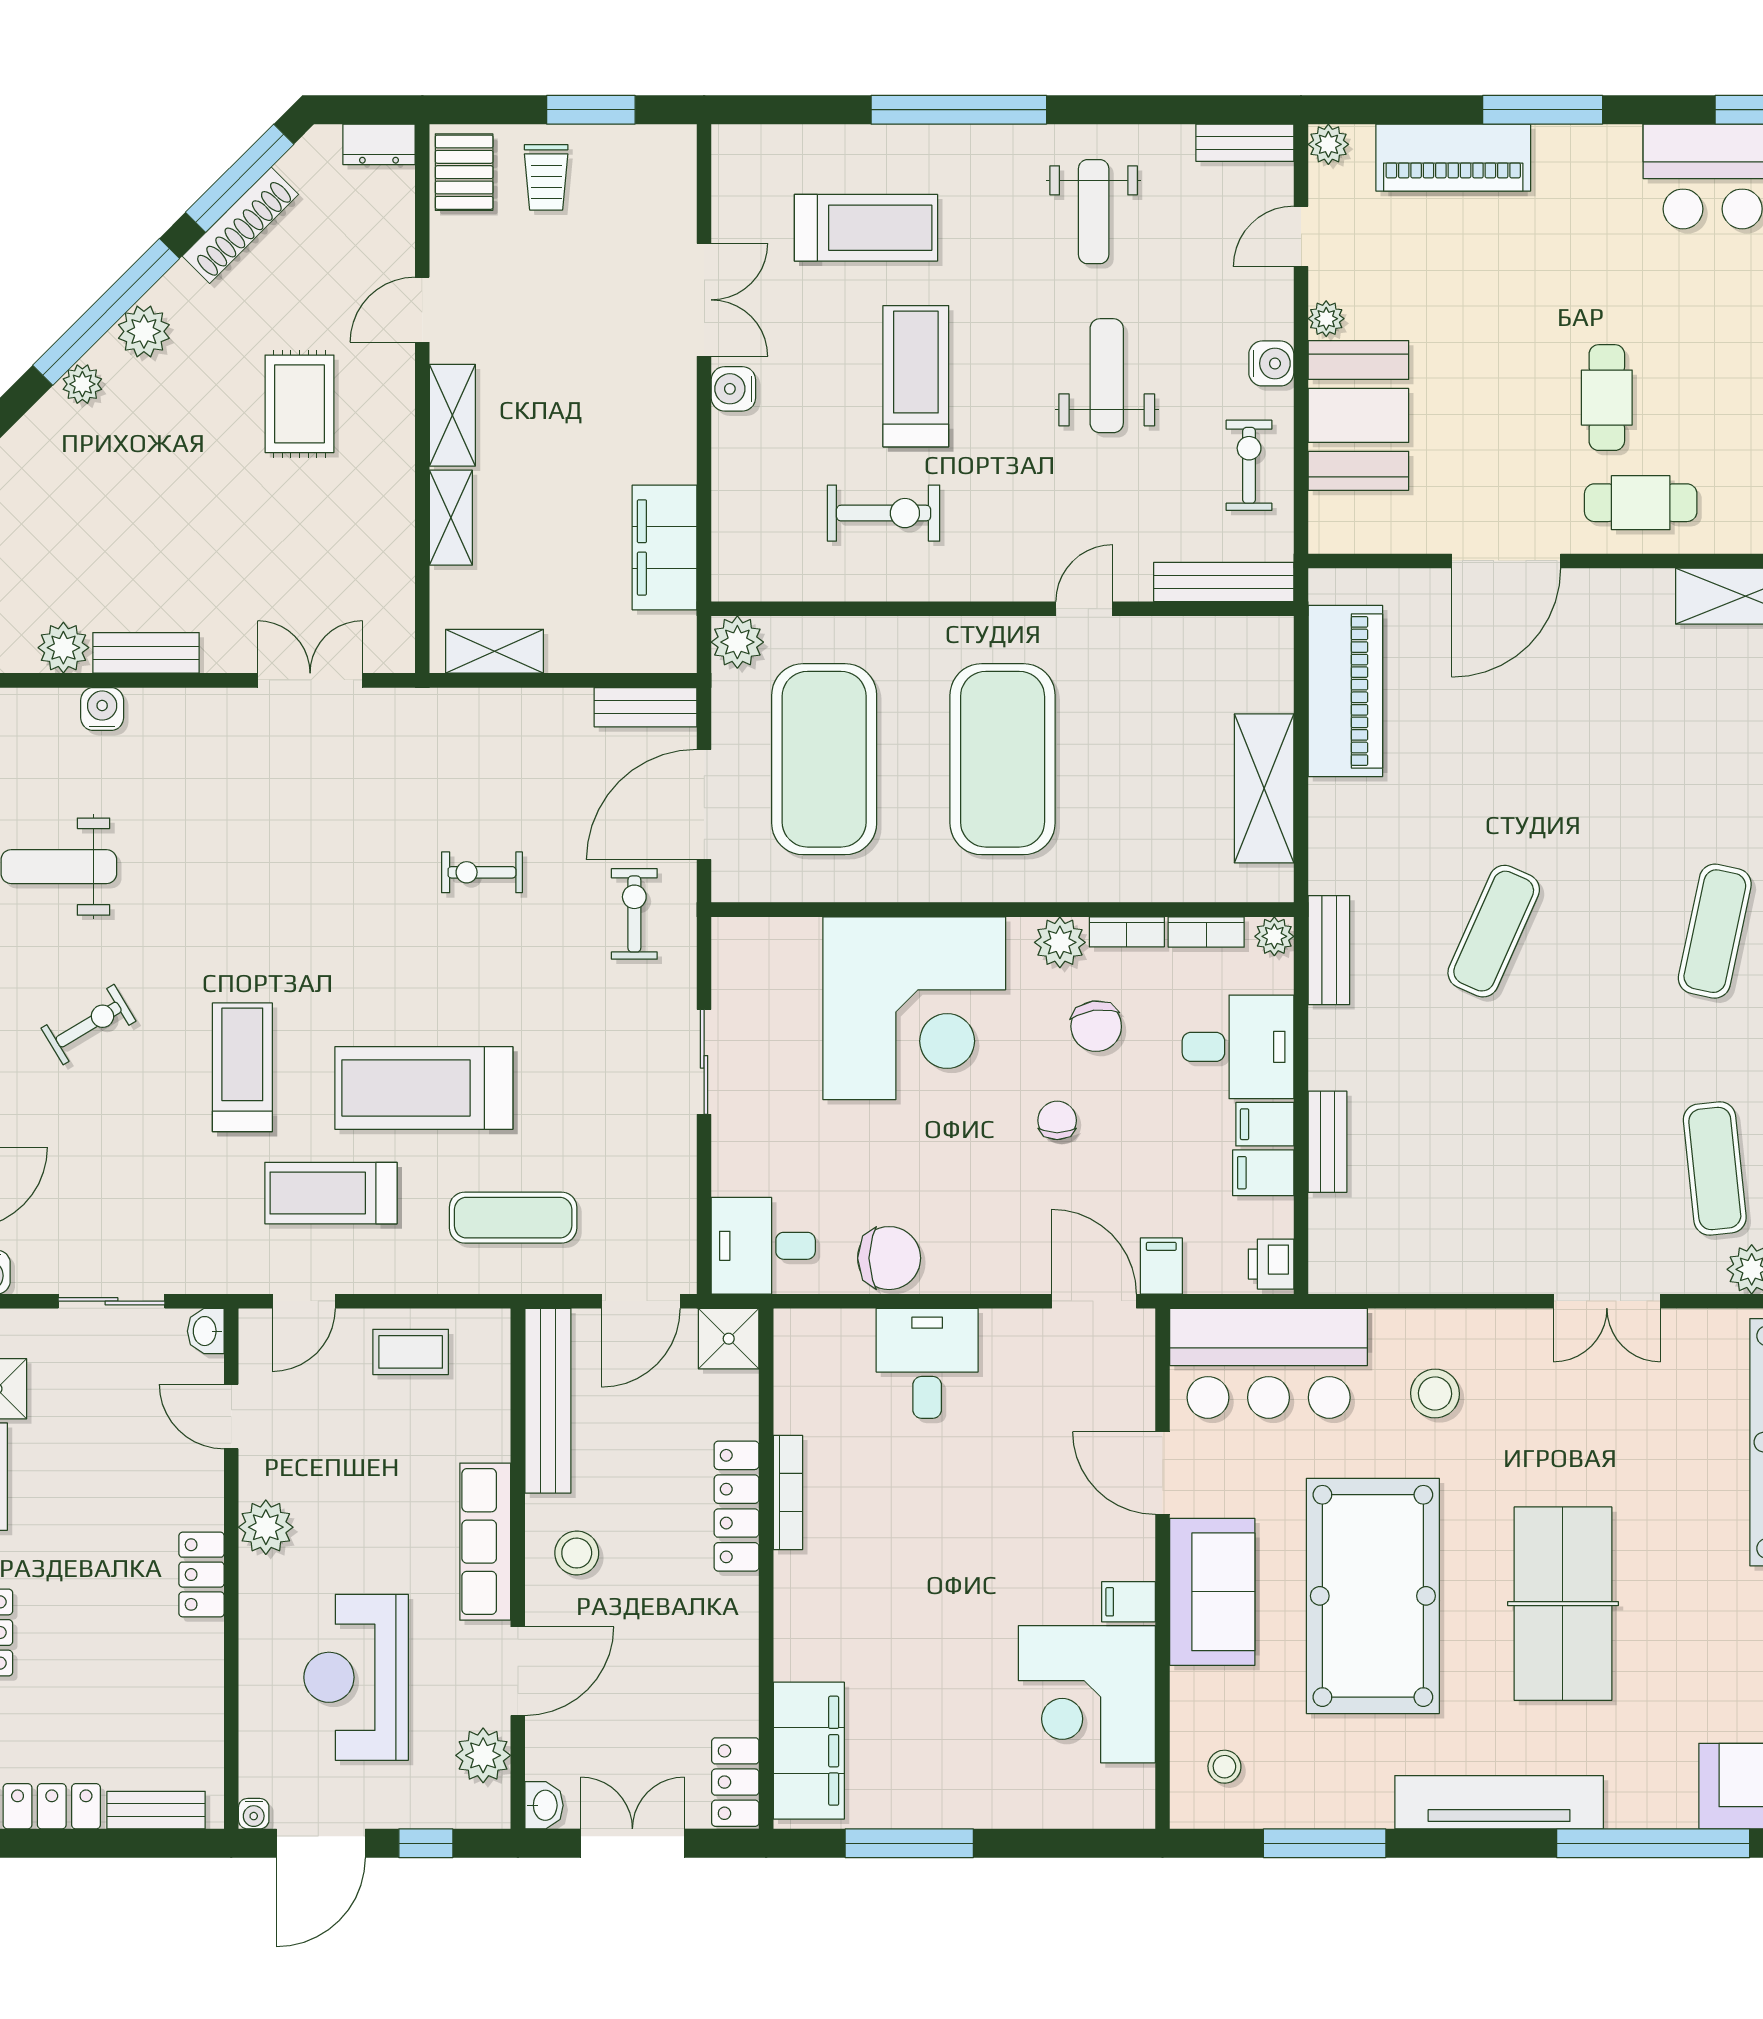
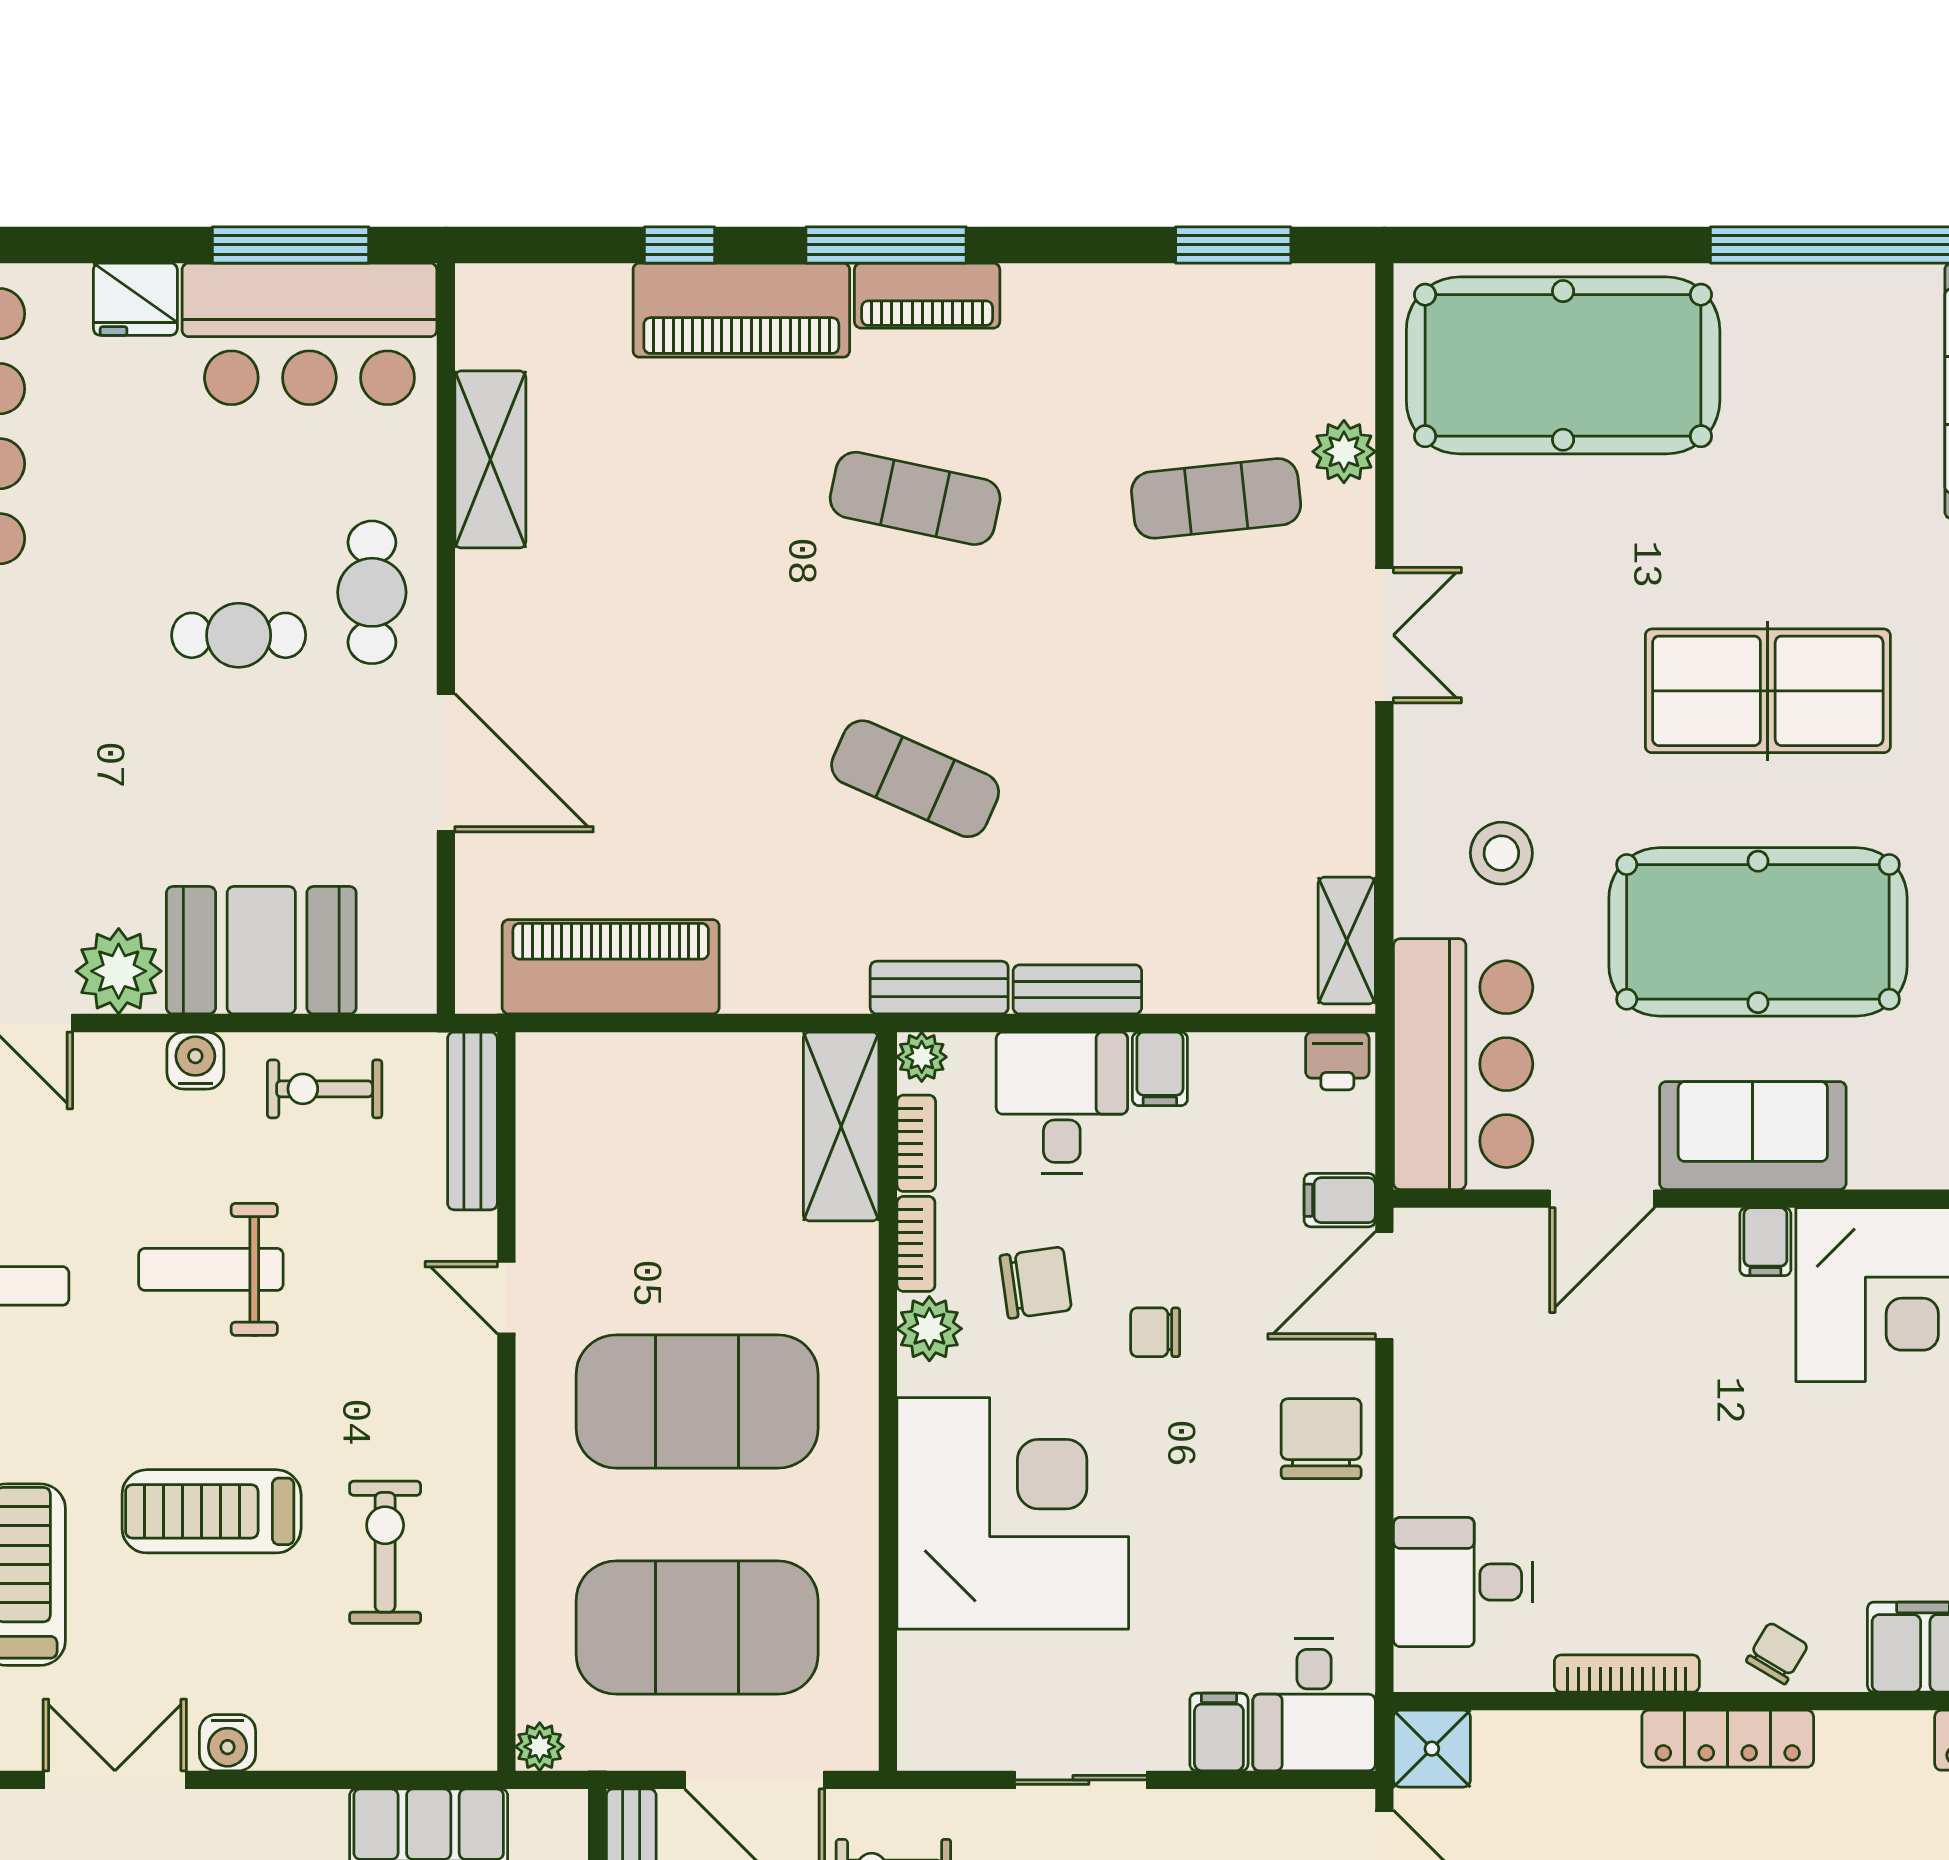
plant: (1326, 319) -> (119, 971), width x1.88, depth x1.88
plant: (737, 642) -> (540, 1747), width x0.73, depth x0.73
shelving: (1264, 788) -> (841, 1126), moved, turned 90
bench: (1328, 1142) -> (1077, 989), moved
filing cabinet: (1263, 1173) -> (1219, 1732), moved, turned 180
chair: (889, 1258) -> (1321, 1439), moved
shelving: (1366, 1272) -> (1347, 940), added
desk: (927, 1363) -> (1463, 1582), moved
locker: (737, 1506) -> (1728, 1739), moved
chair: (804, 1611) -> (1777, 1653), added

